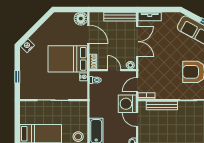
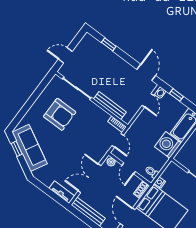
door: (137, 85) -> (118, 140), hinge flipped
washing machine: (127, 104) -> (168, 145), moved, turned 180
door: (137, 120) -> (148, 100), moved

